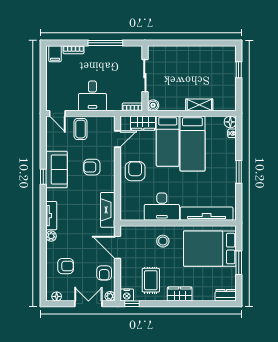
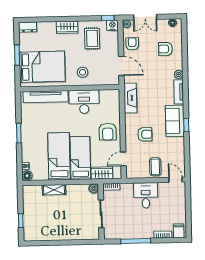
sofa: (57, 170) -> (175, 121), moved

